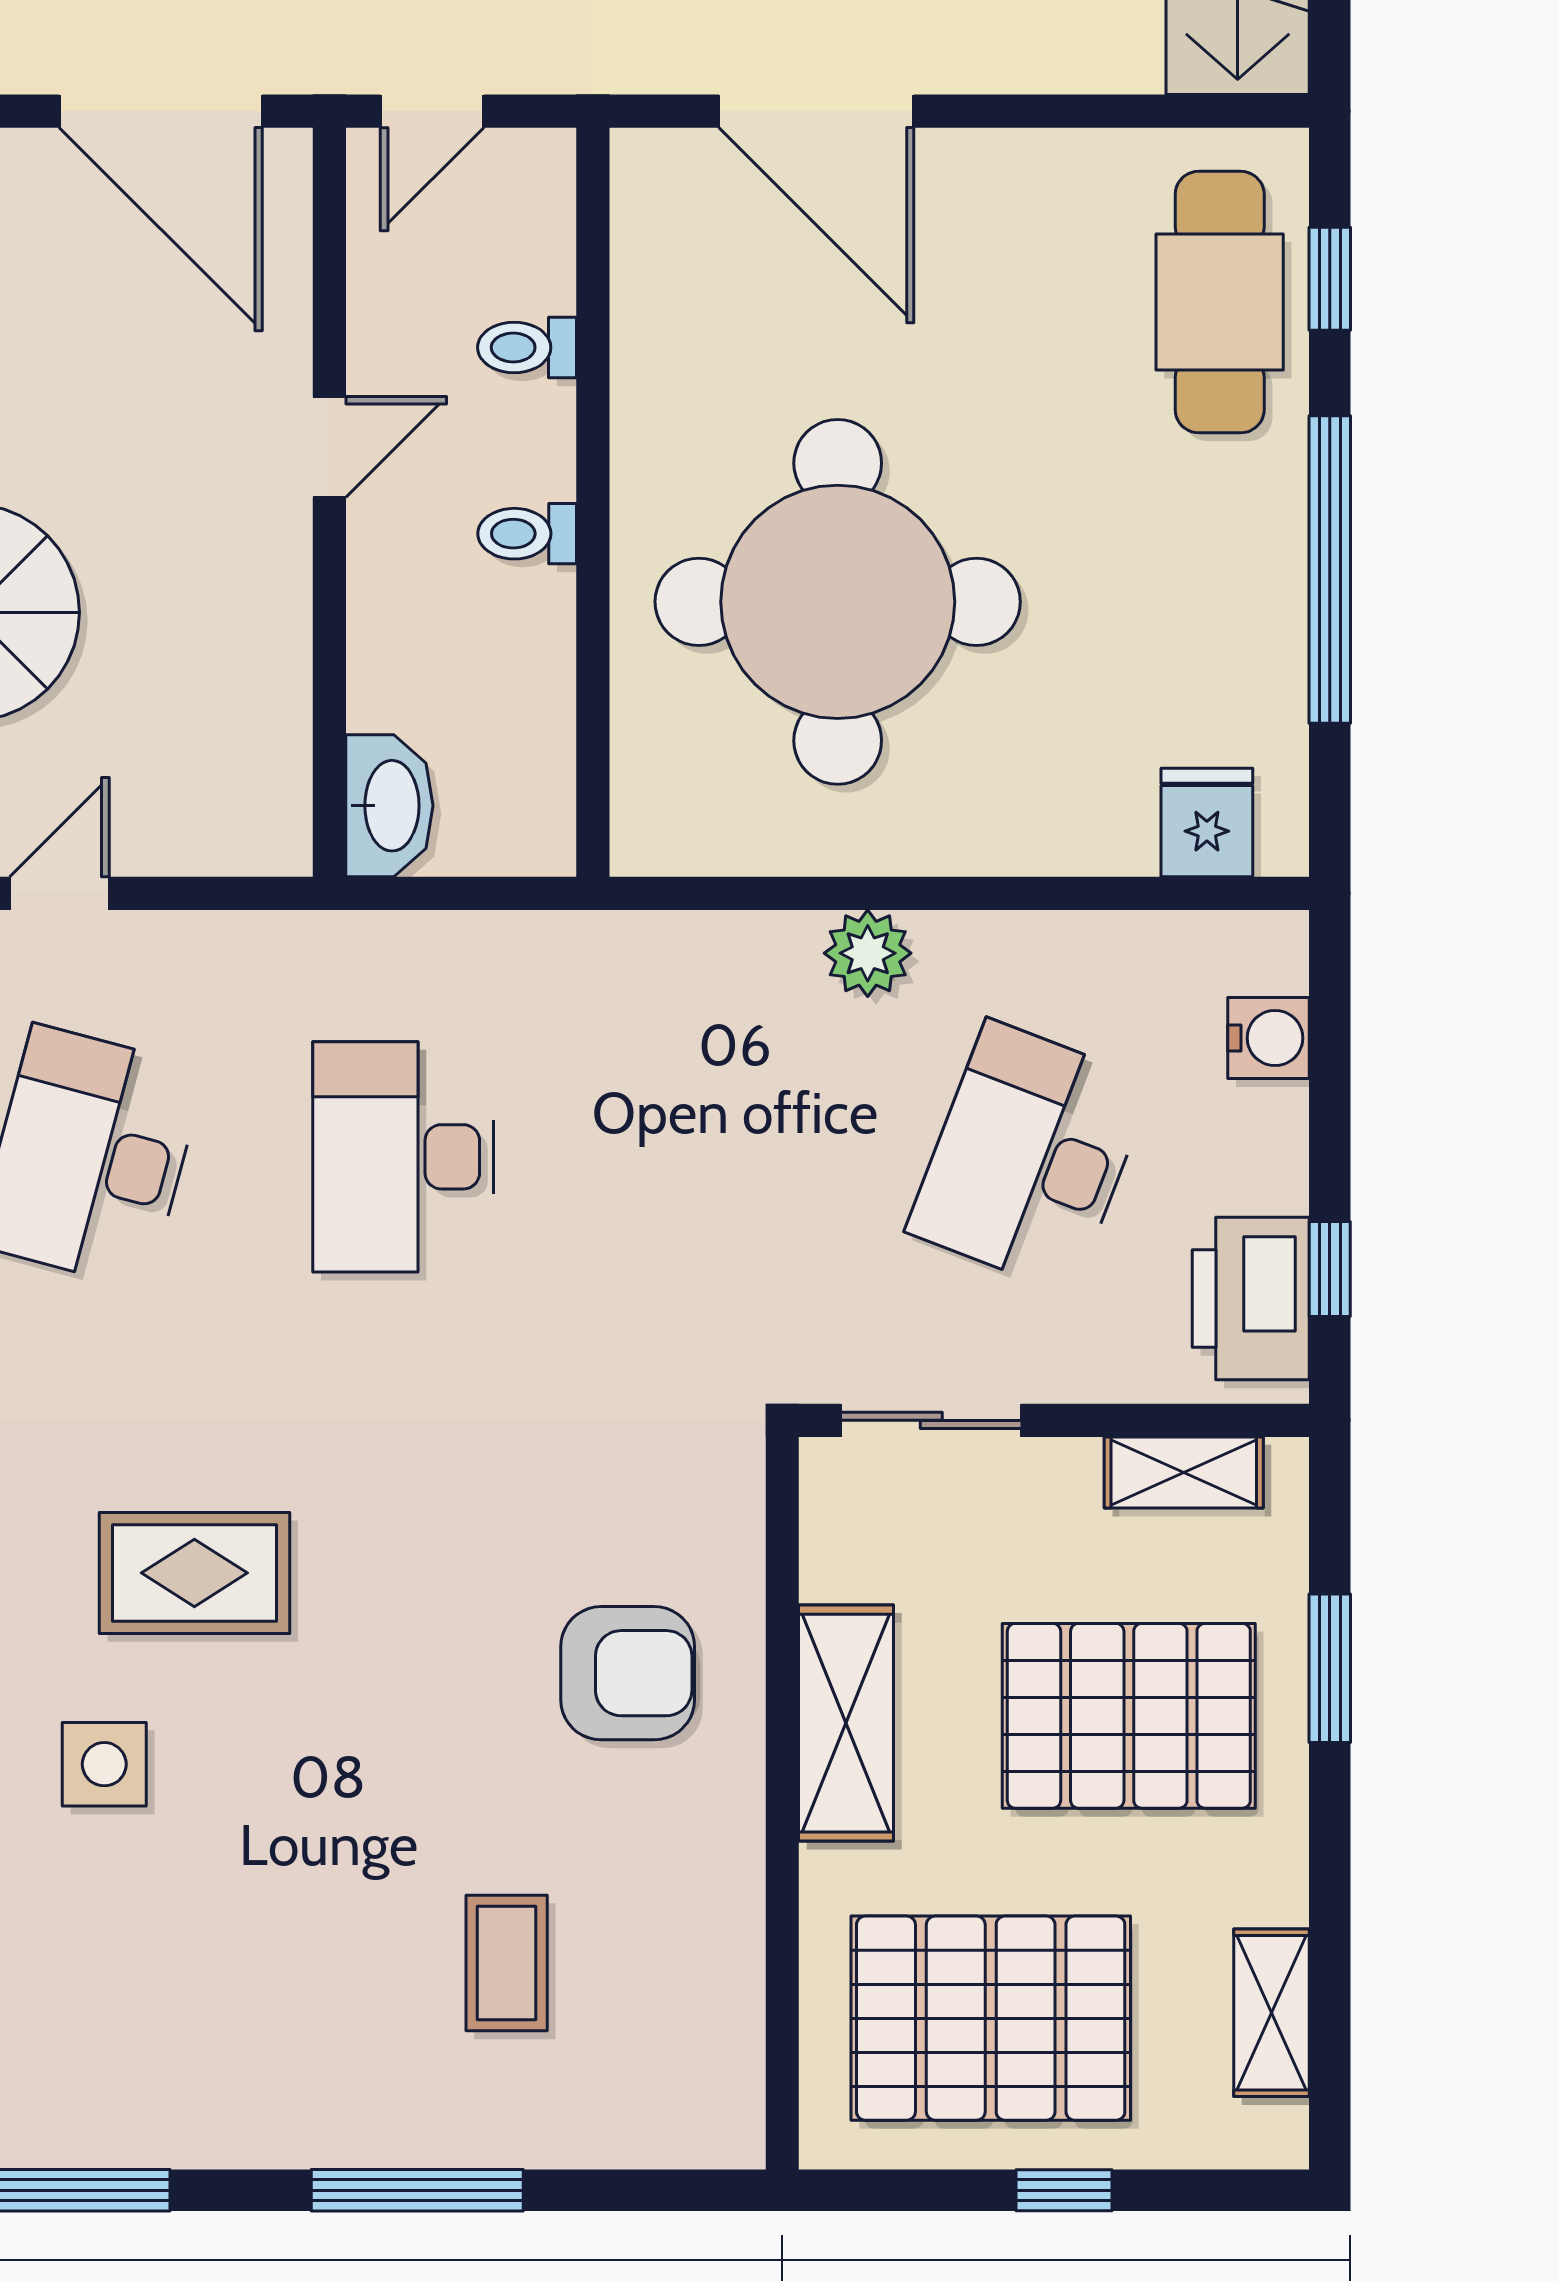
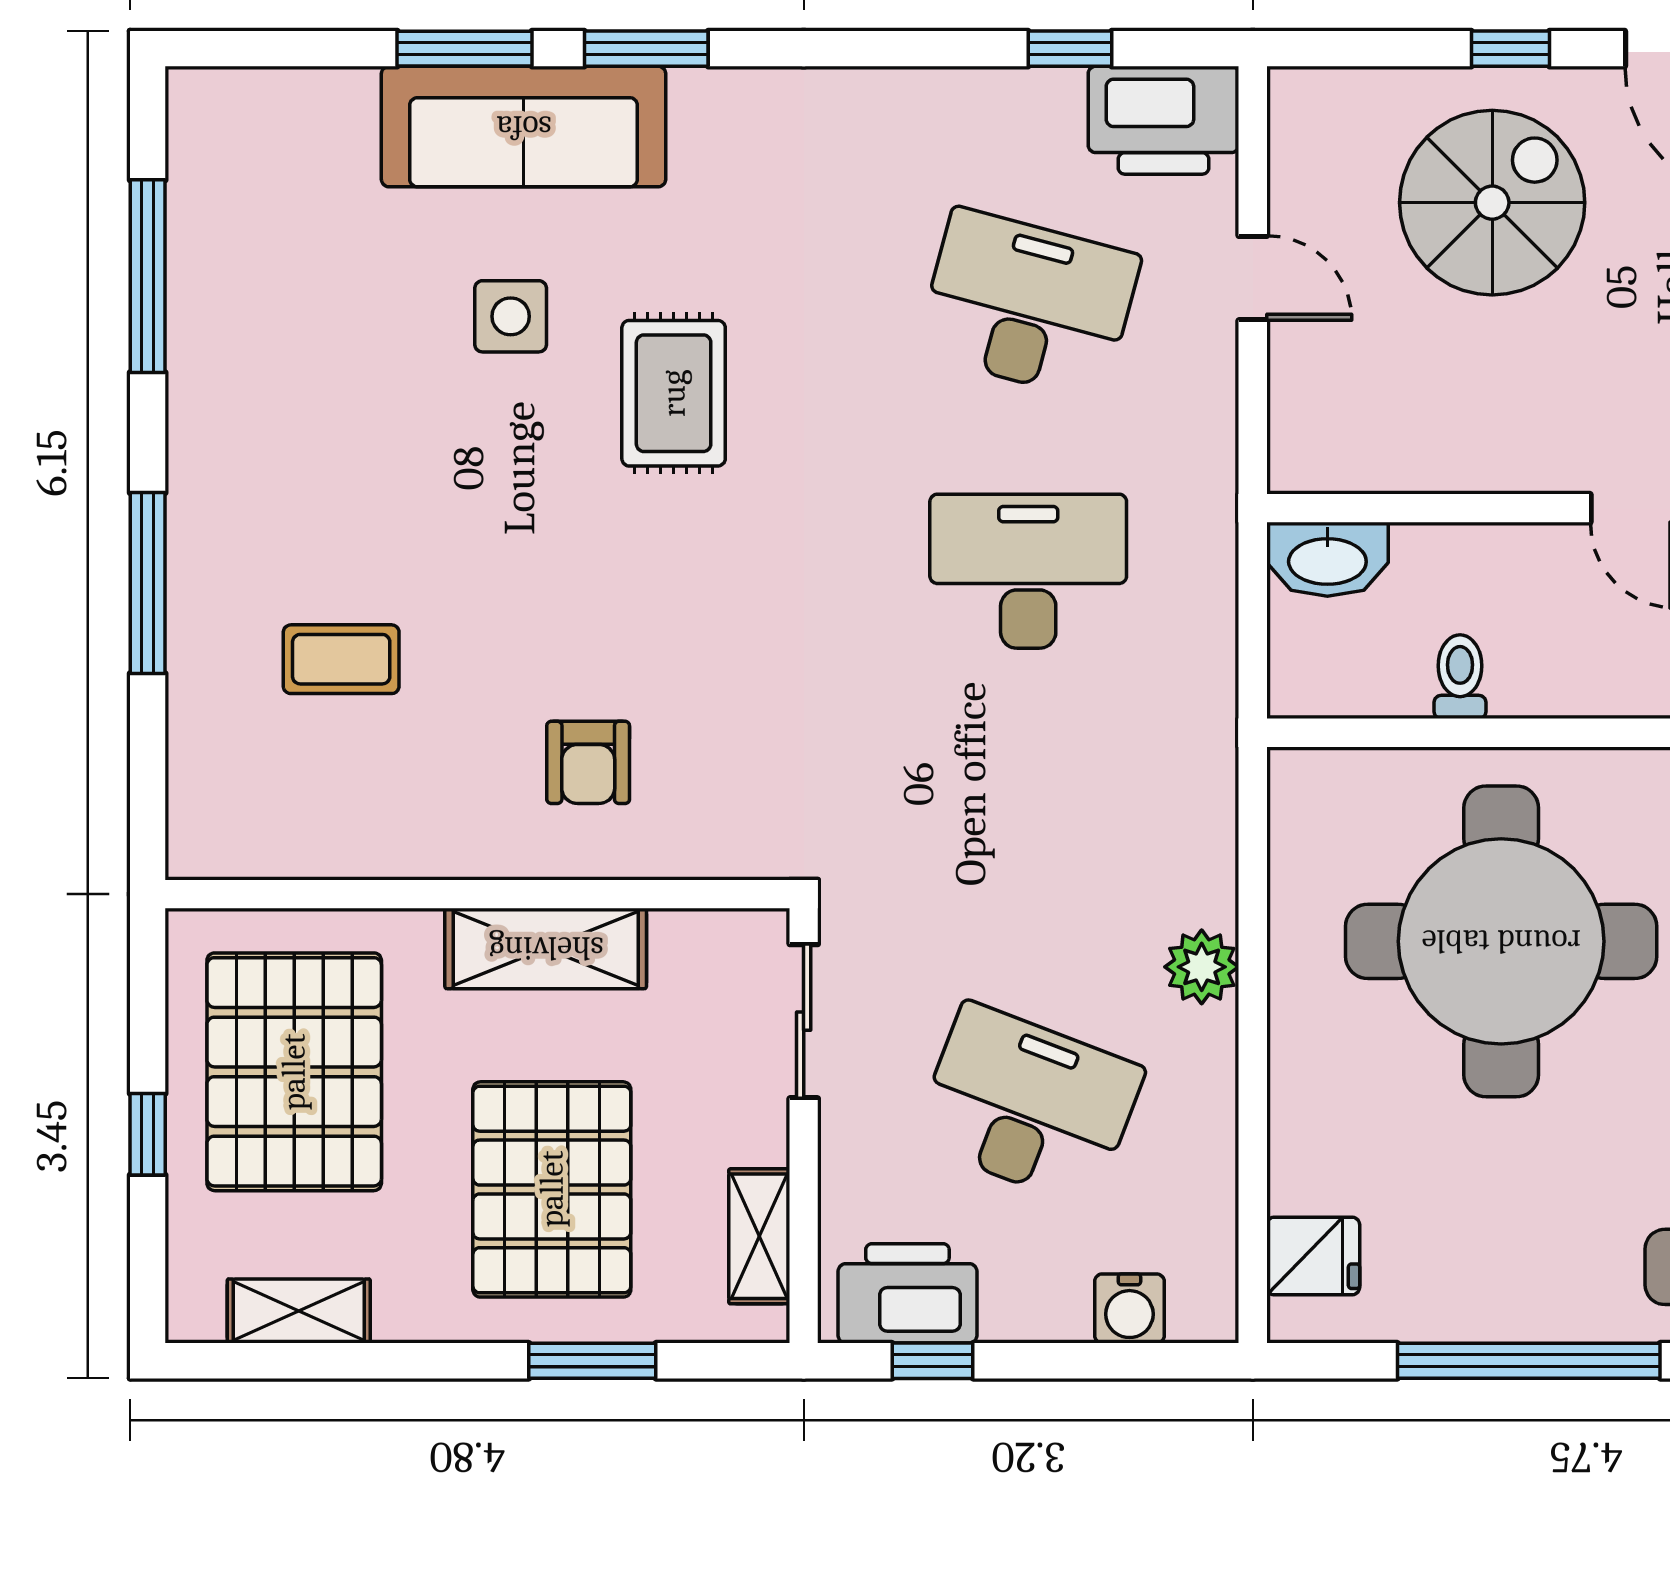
toilet: (527, 534) -> (1460, 677), moved
armchair: (628, 1673) -> (588, 762), width x0.72, depth x0.72

